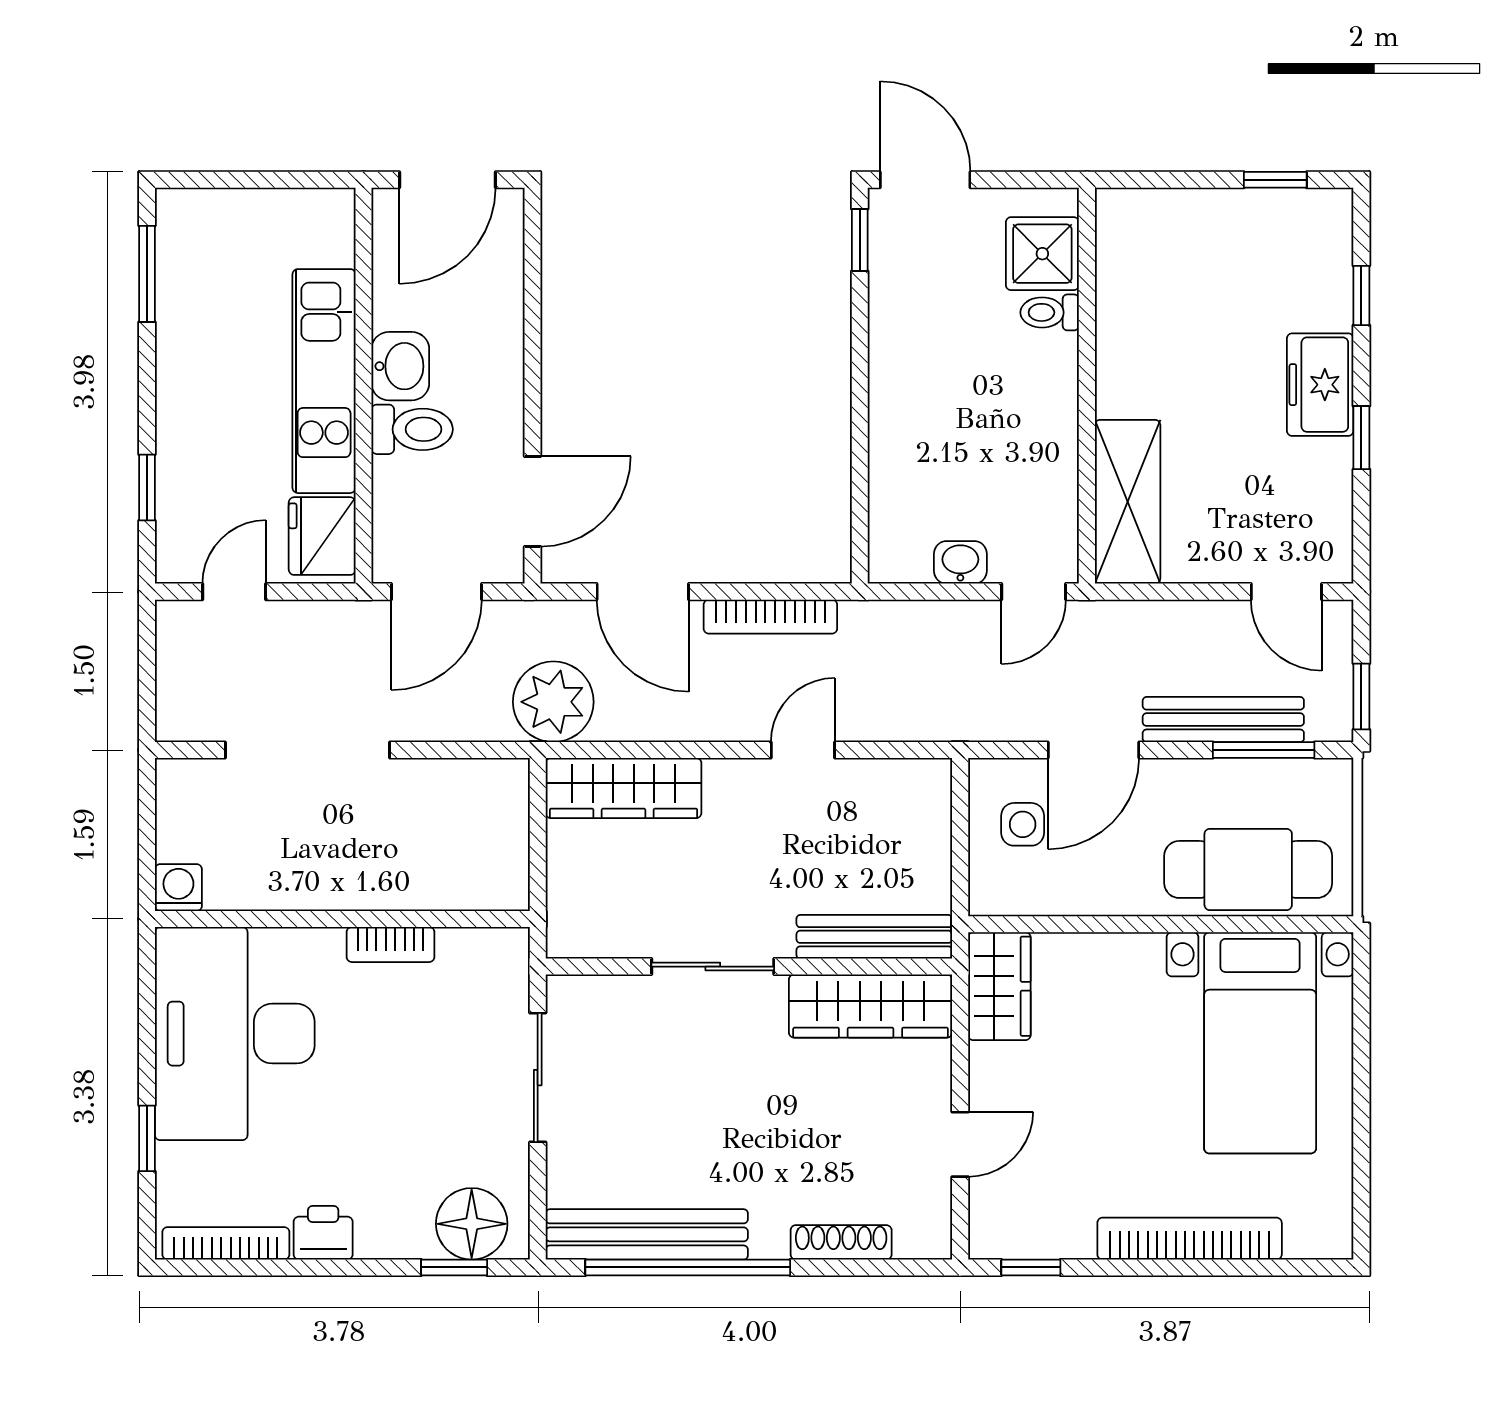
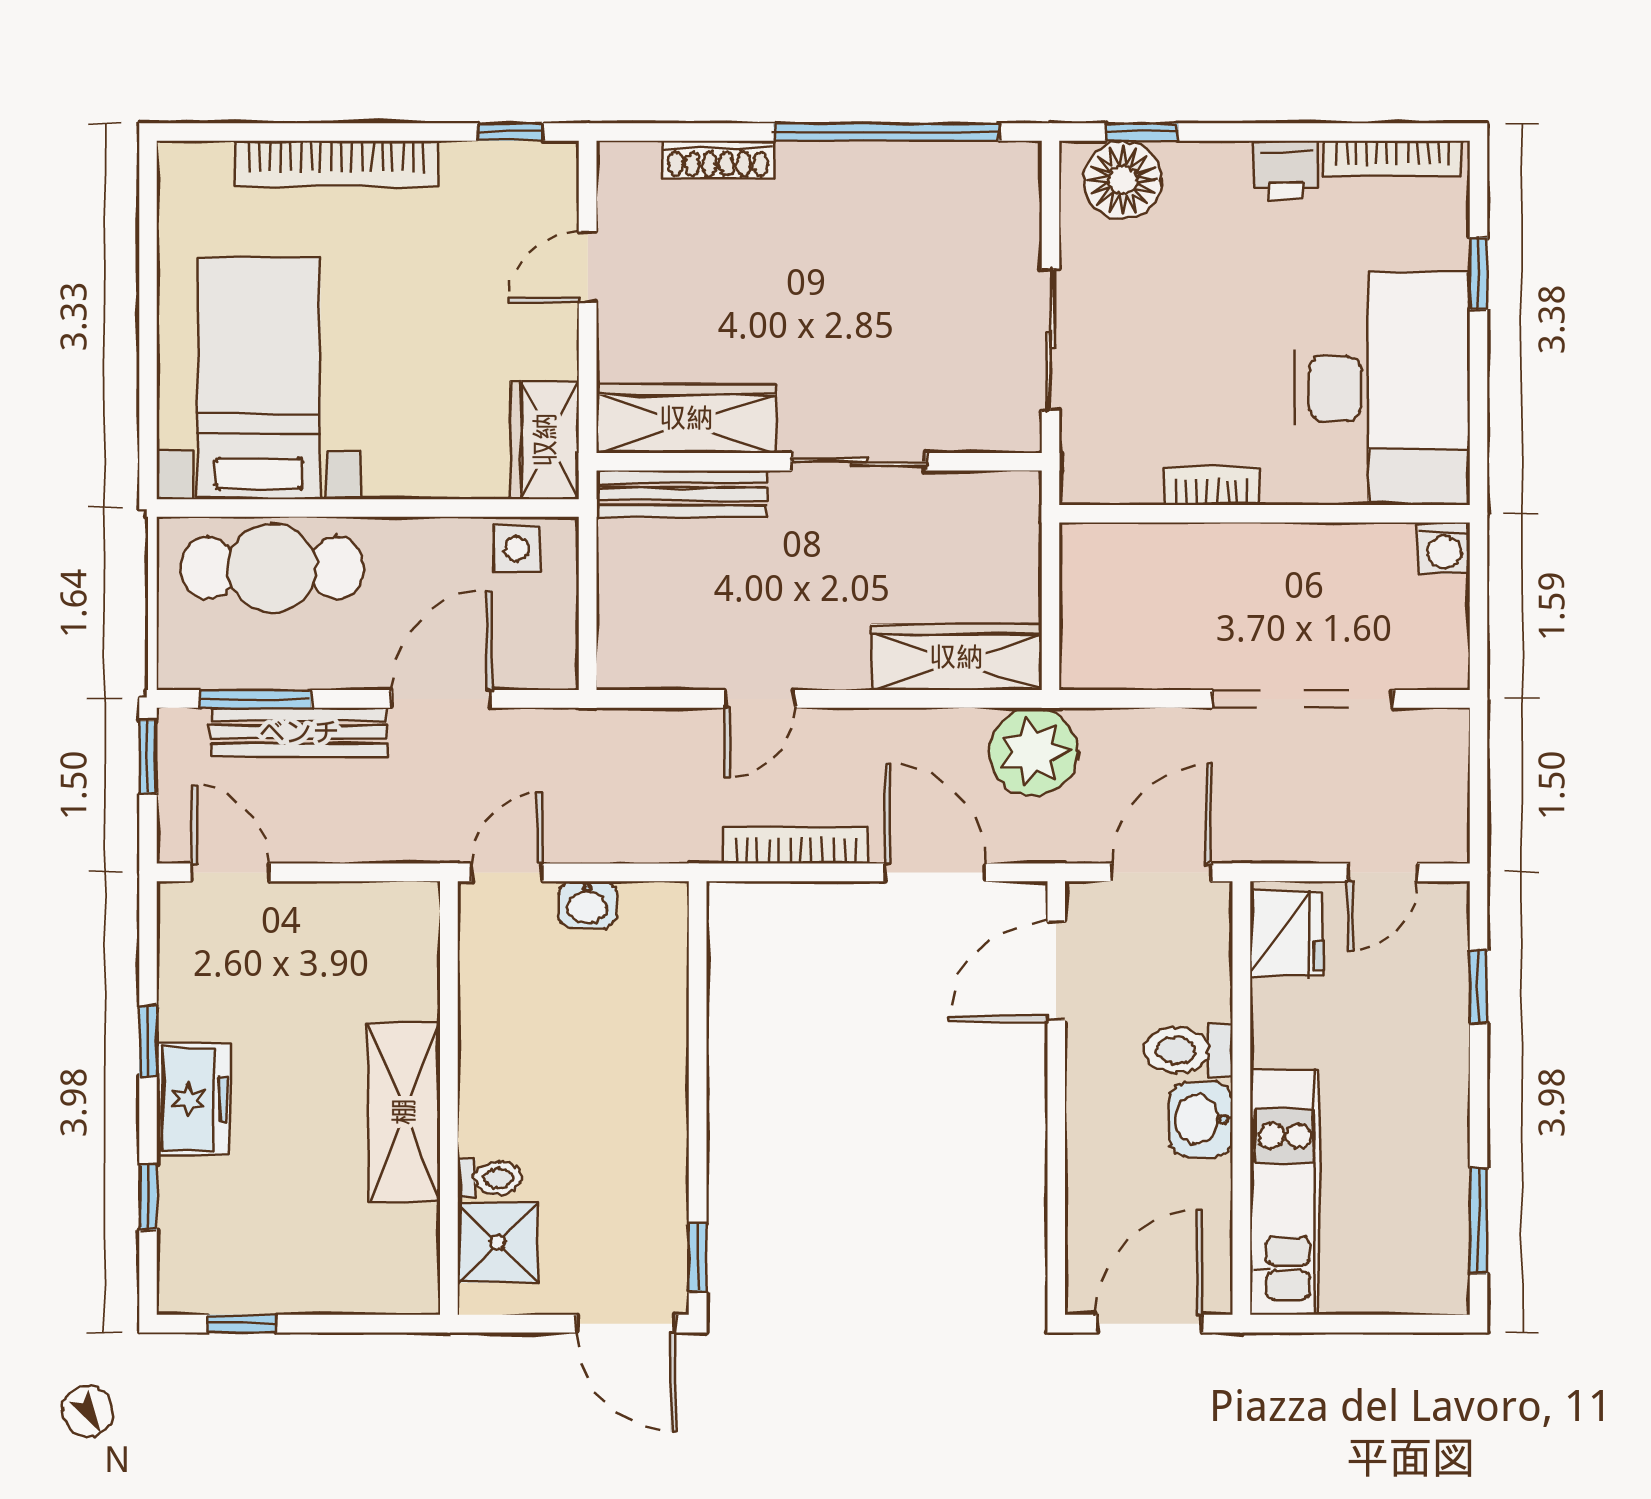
kitchen unit: (324, 381) -> (1285, 1192), moved
shelving: (1128, 502) -> (404, 1112), moved
side table: (1023, 824) -> (517, 549), moved
bench: (647, 1234) -> (931, 168), removed

